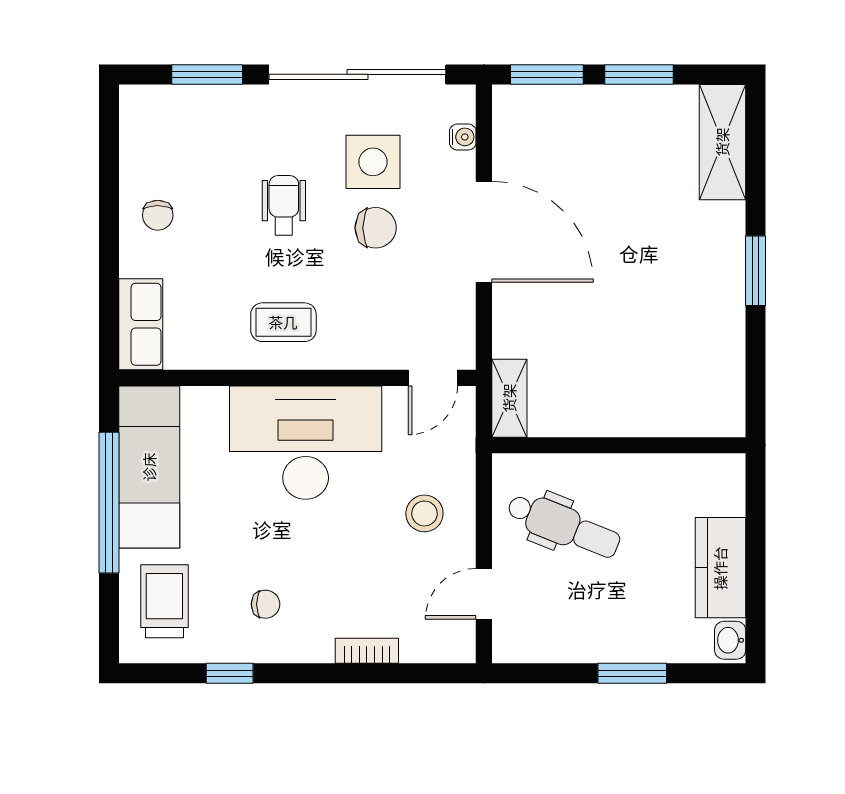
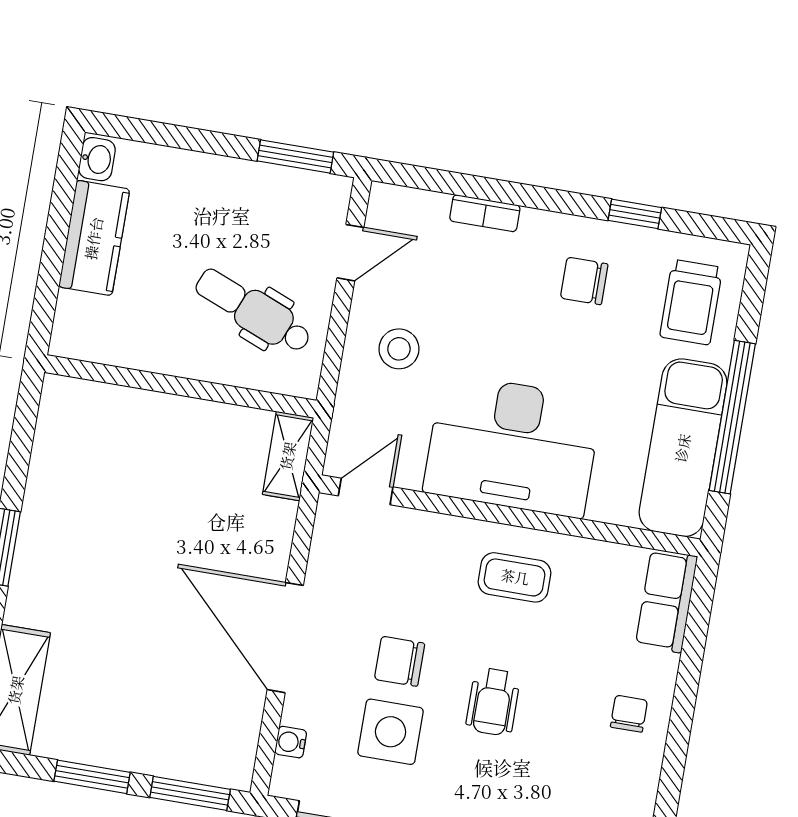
chair: (266, 604) -> (584, 281), width x1.37, depth x1.37
window: (632, 673) -> (295, 157), moved

